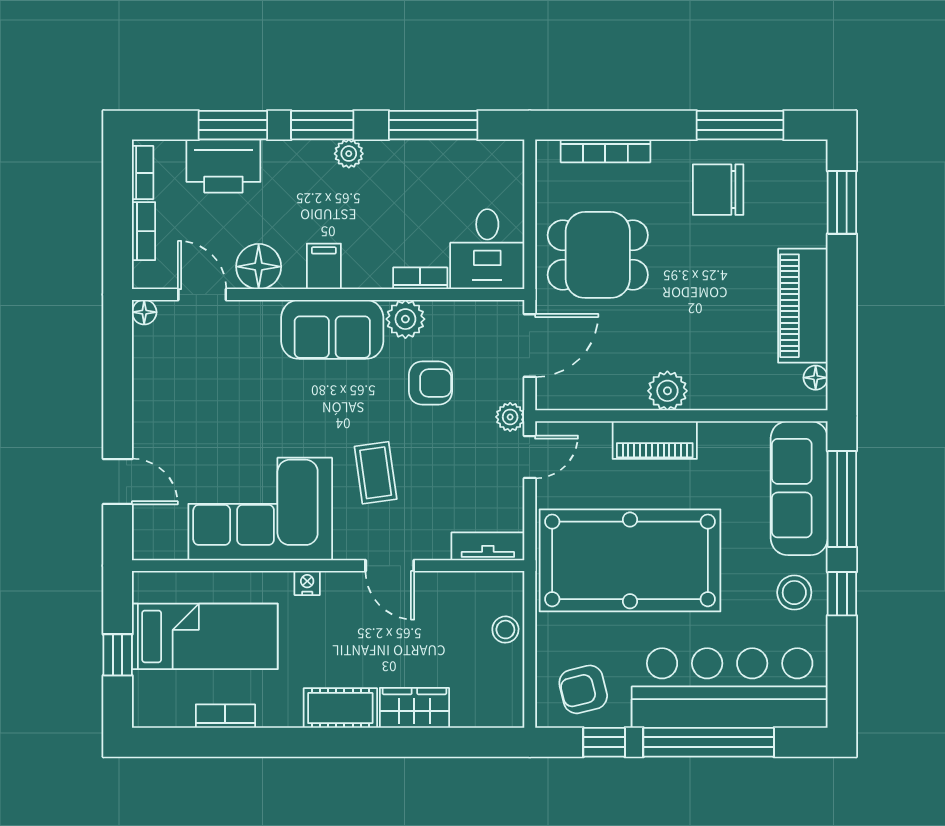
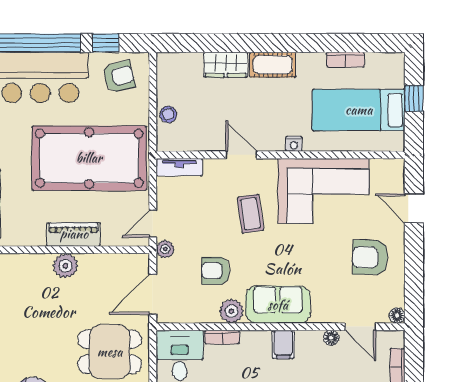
floor lamp: (259, 267) -> (331, 338), width x0.53, depth x0.53
armchair: (187, 404) -> (370, 257), added

